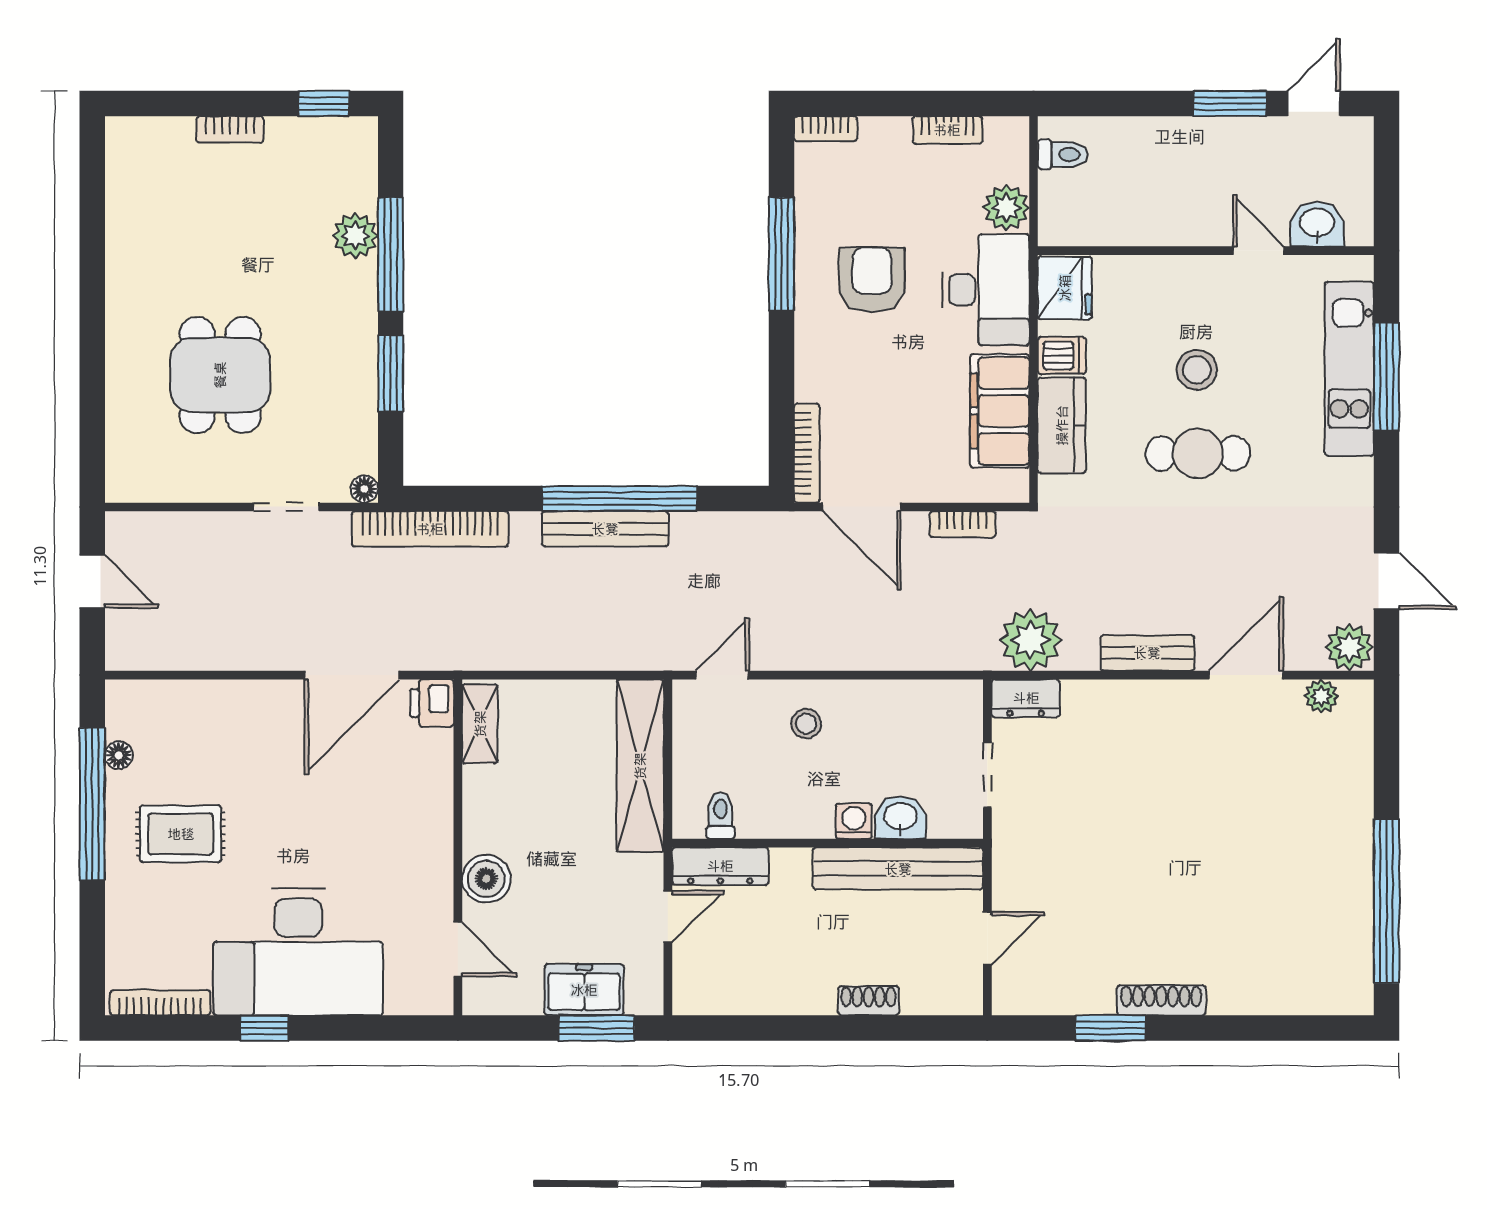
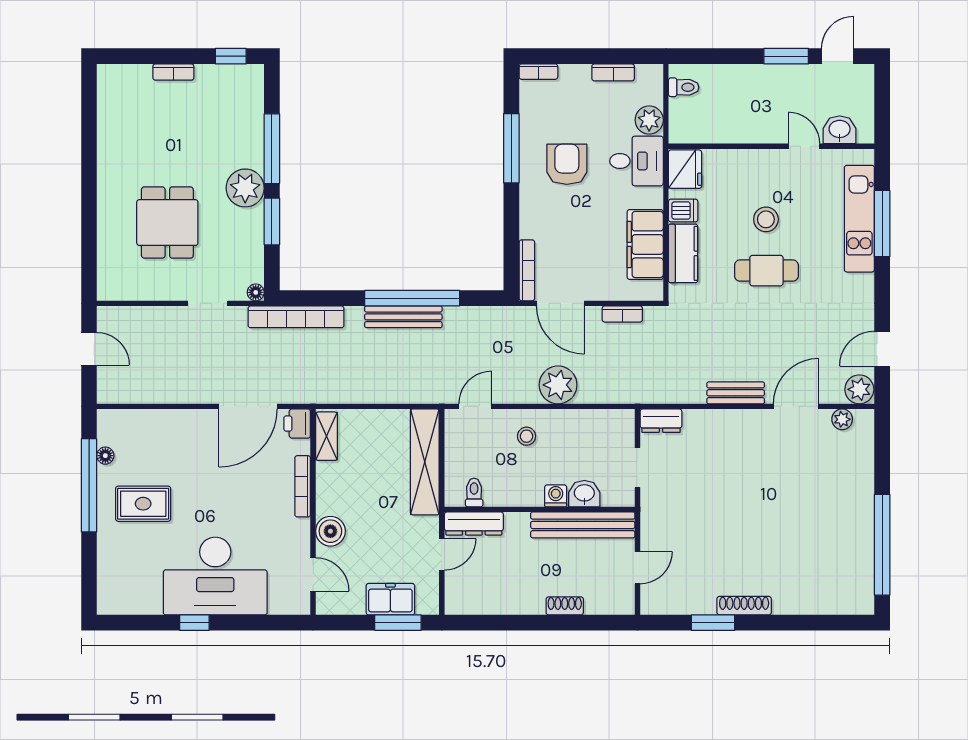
plant: (355, 236) -> (245, 188), moved, width x1.36, depth x1.36
desk: (986, 290) -> (636, 161), width x0.73
door: (1387, 581) -> (882, 349), swing flipped
plant: (1030, 640) -> (558, 385), moved
bookcase: (160, 1003) -> (303, 486), moved, turned -90

